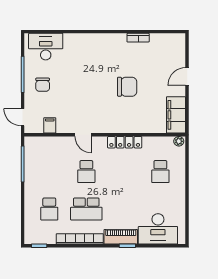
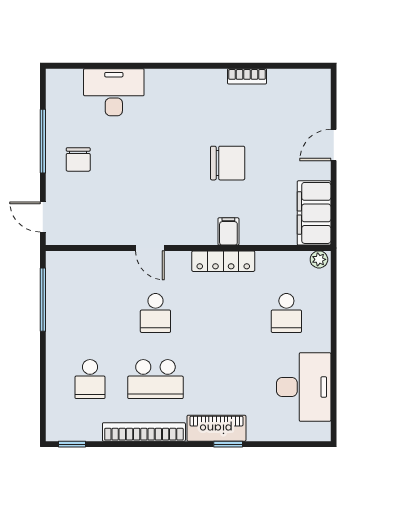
desk: (46, 47) -> (114, 92), moved
filing cabinet: (50, 125) -> (228, 231), moved
desk: (158, 229) -> (304, 387), moved, turned -90

